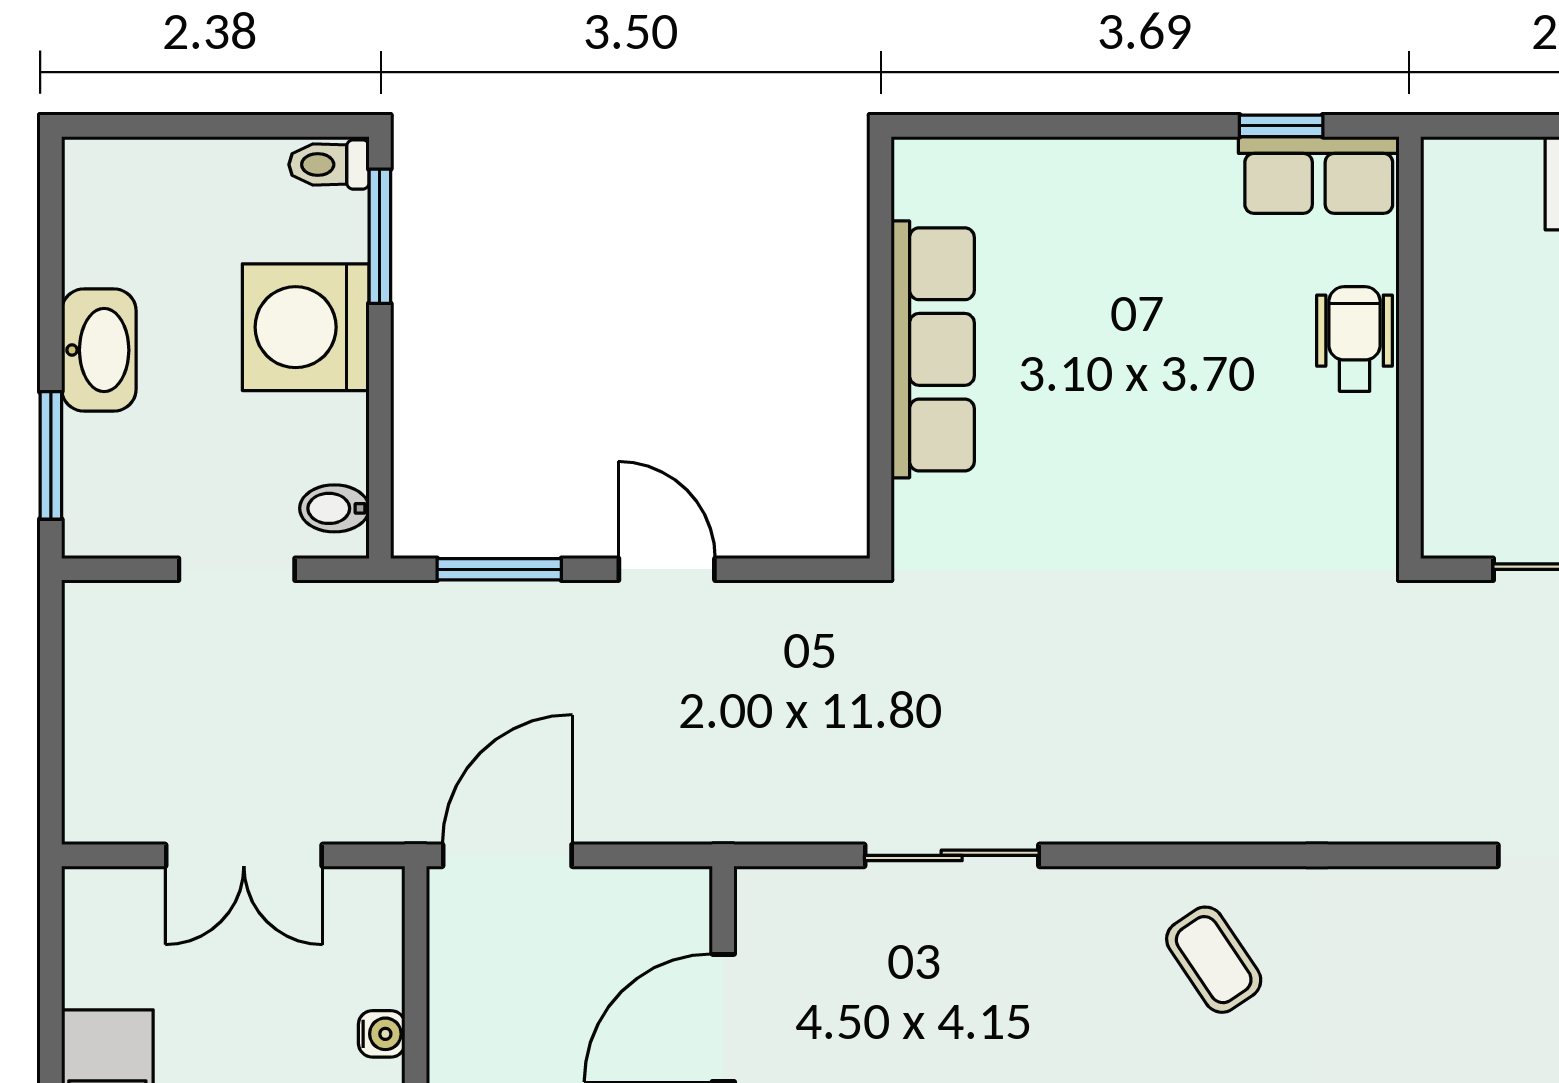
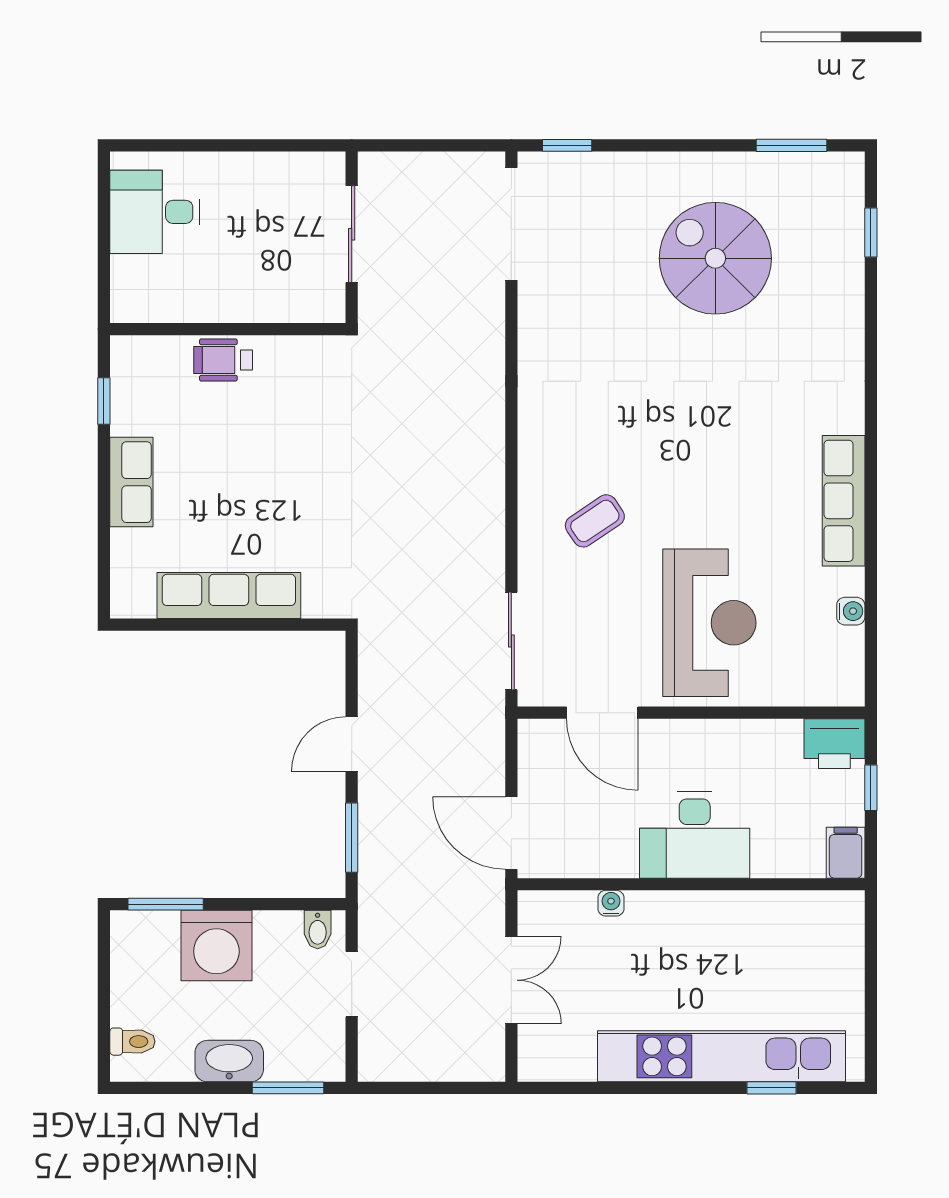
toilet: (329, 165) -> (132, 1042), moved, turned -90
row of seats: (1319, 175) -> (131, 482), moved
sliding door: (952, 855) -> (511, 641), moved
coffee table: (1214, 960) -> (595, 521), moved

